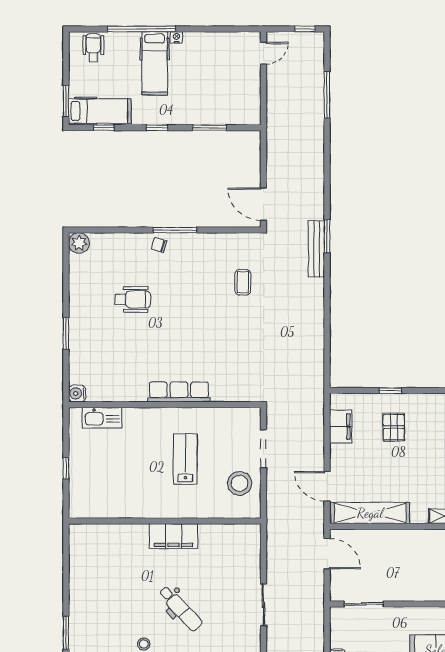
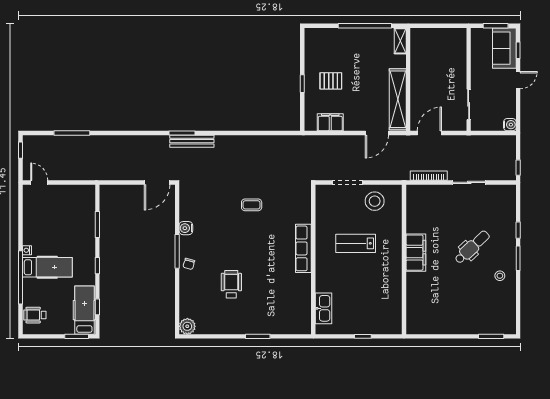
coffee table: (243, 282) -> (252, 205), moved
water cooler: (77, 393) -> (186, 228), moved, turned 90
bookcase: (272, 553) -> (429, 176), added

